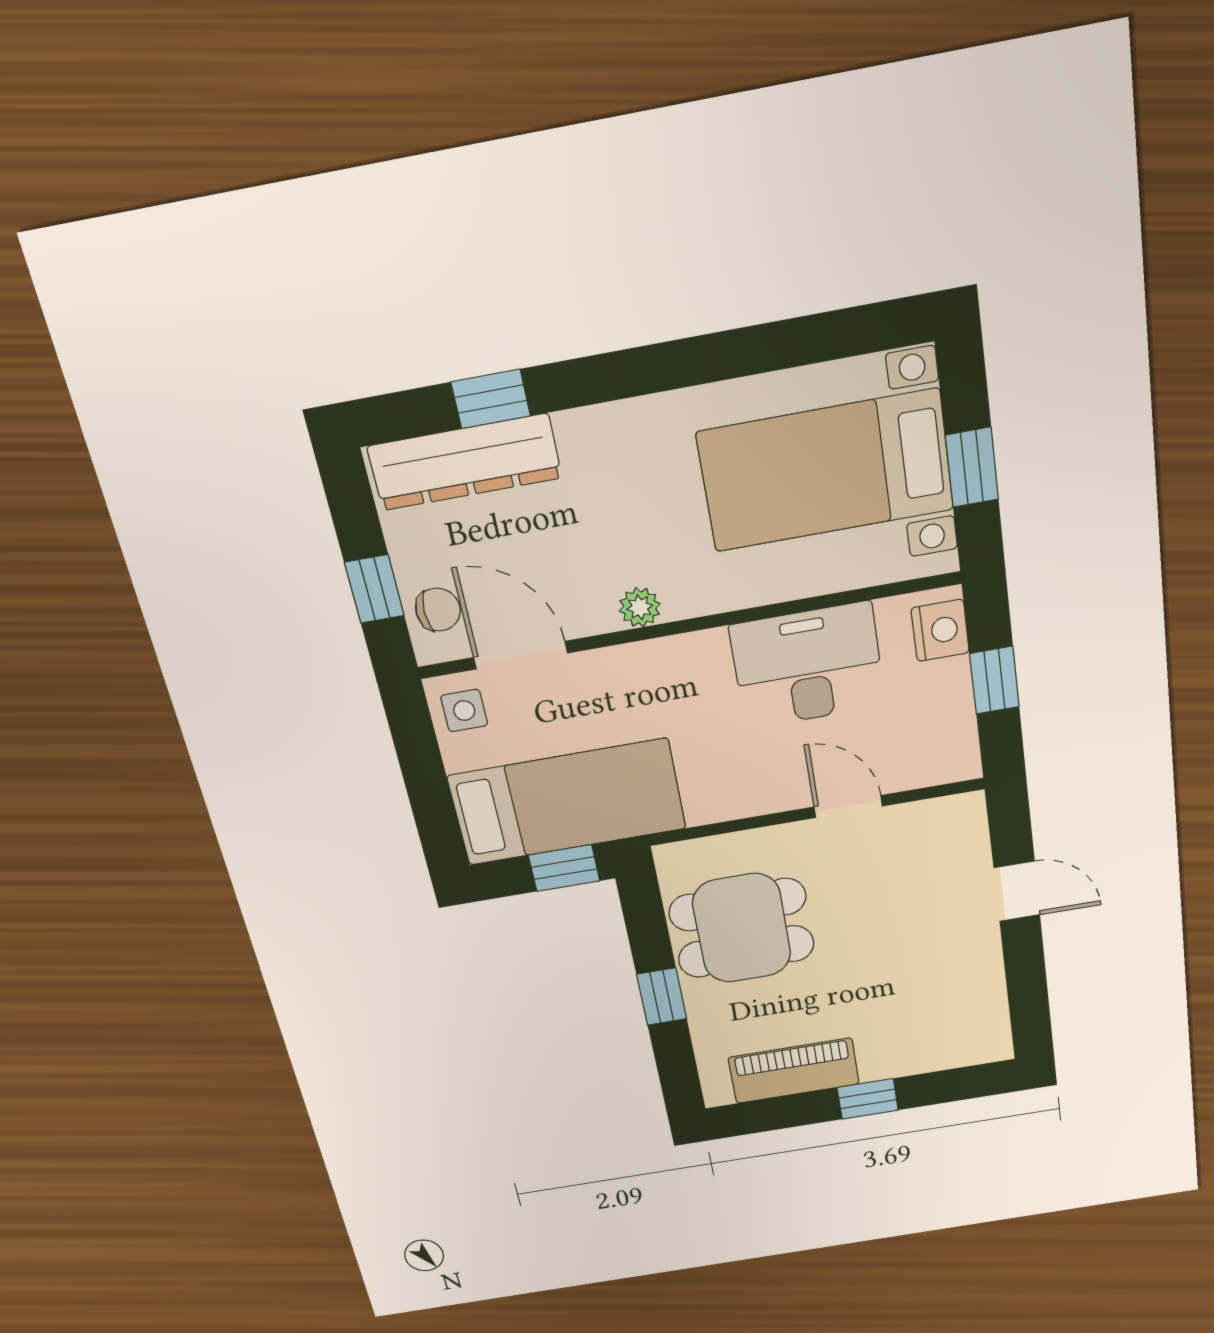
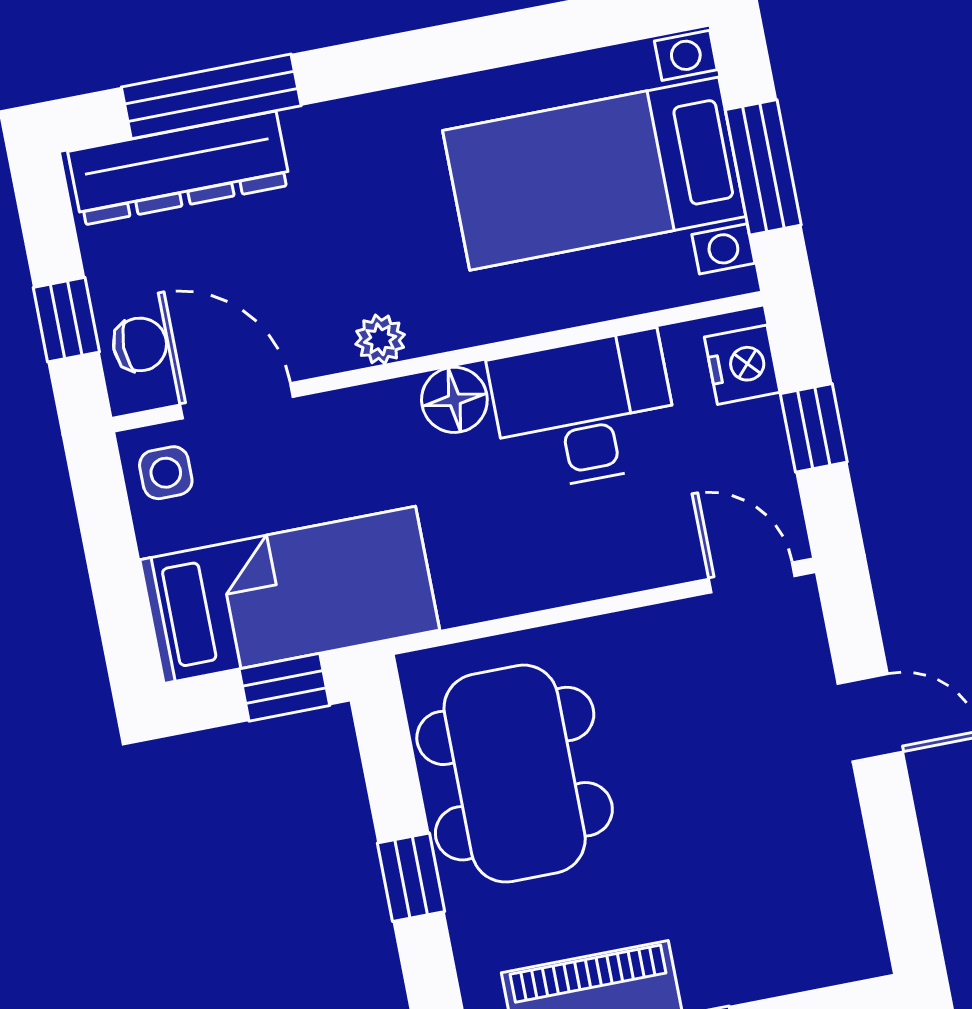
window: (491, 399) -> (211, 96), width x2.17
window: (972, 467) -> (763, 167), width x1.50
floor lamp: (701, 656) -> (454, 400), added
door: (848, 807) -> (752, 577), moved
dining table: (742, 928) -> (515, 774), width x1.38

